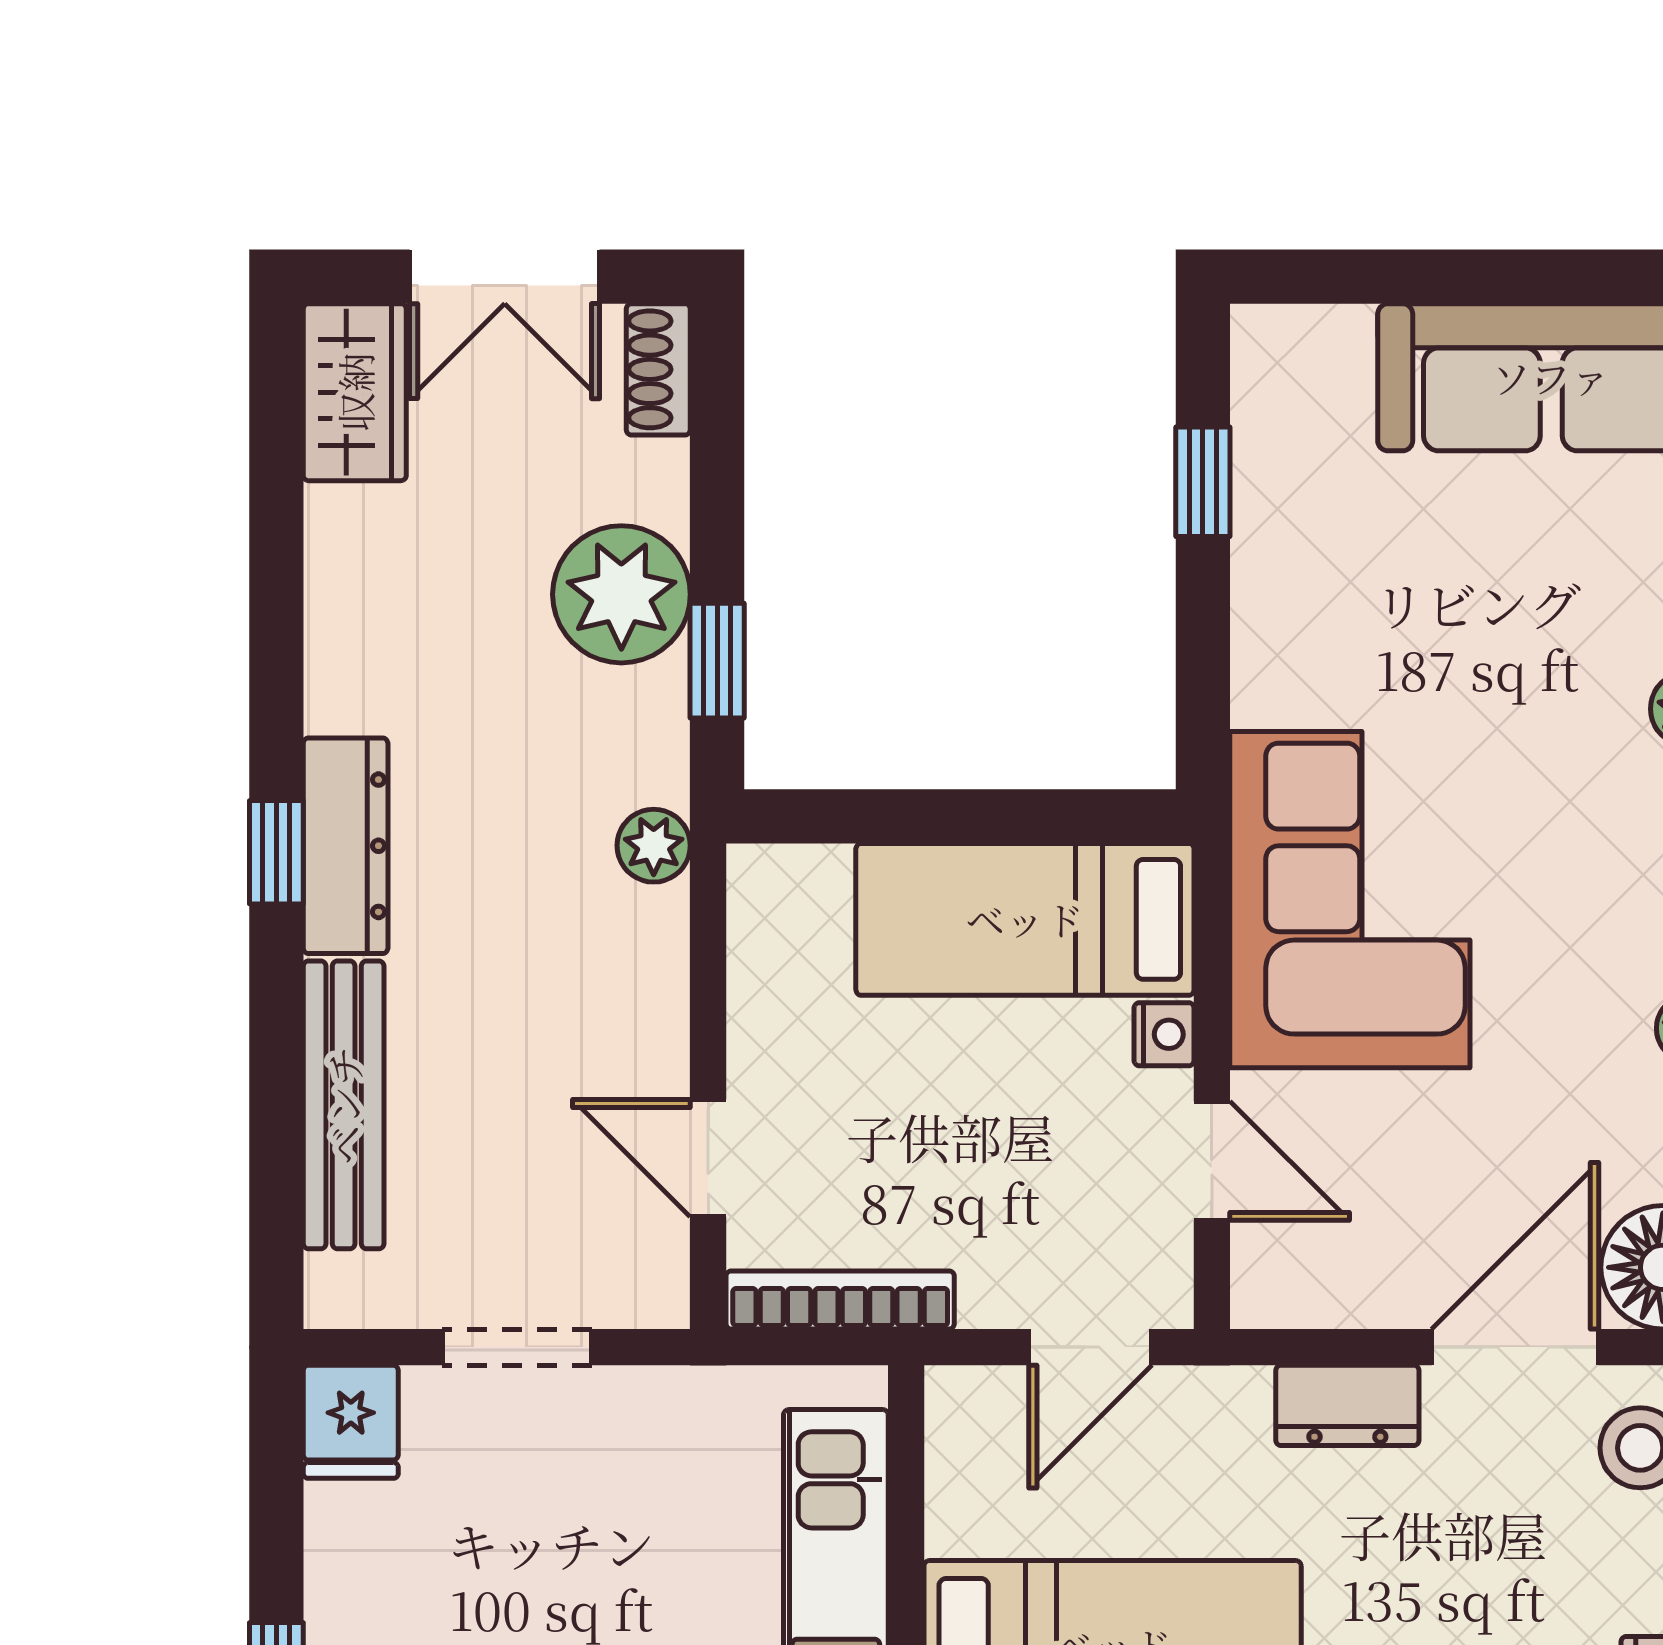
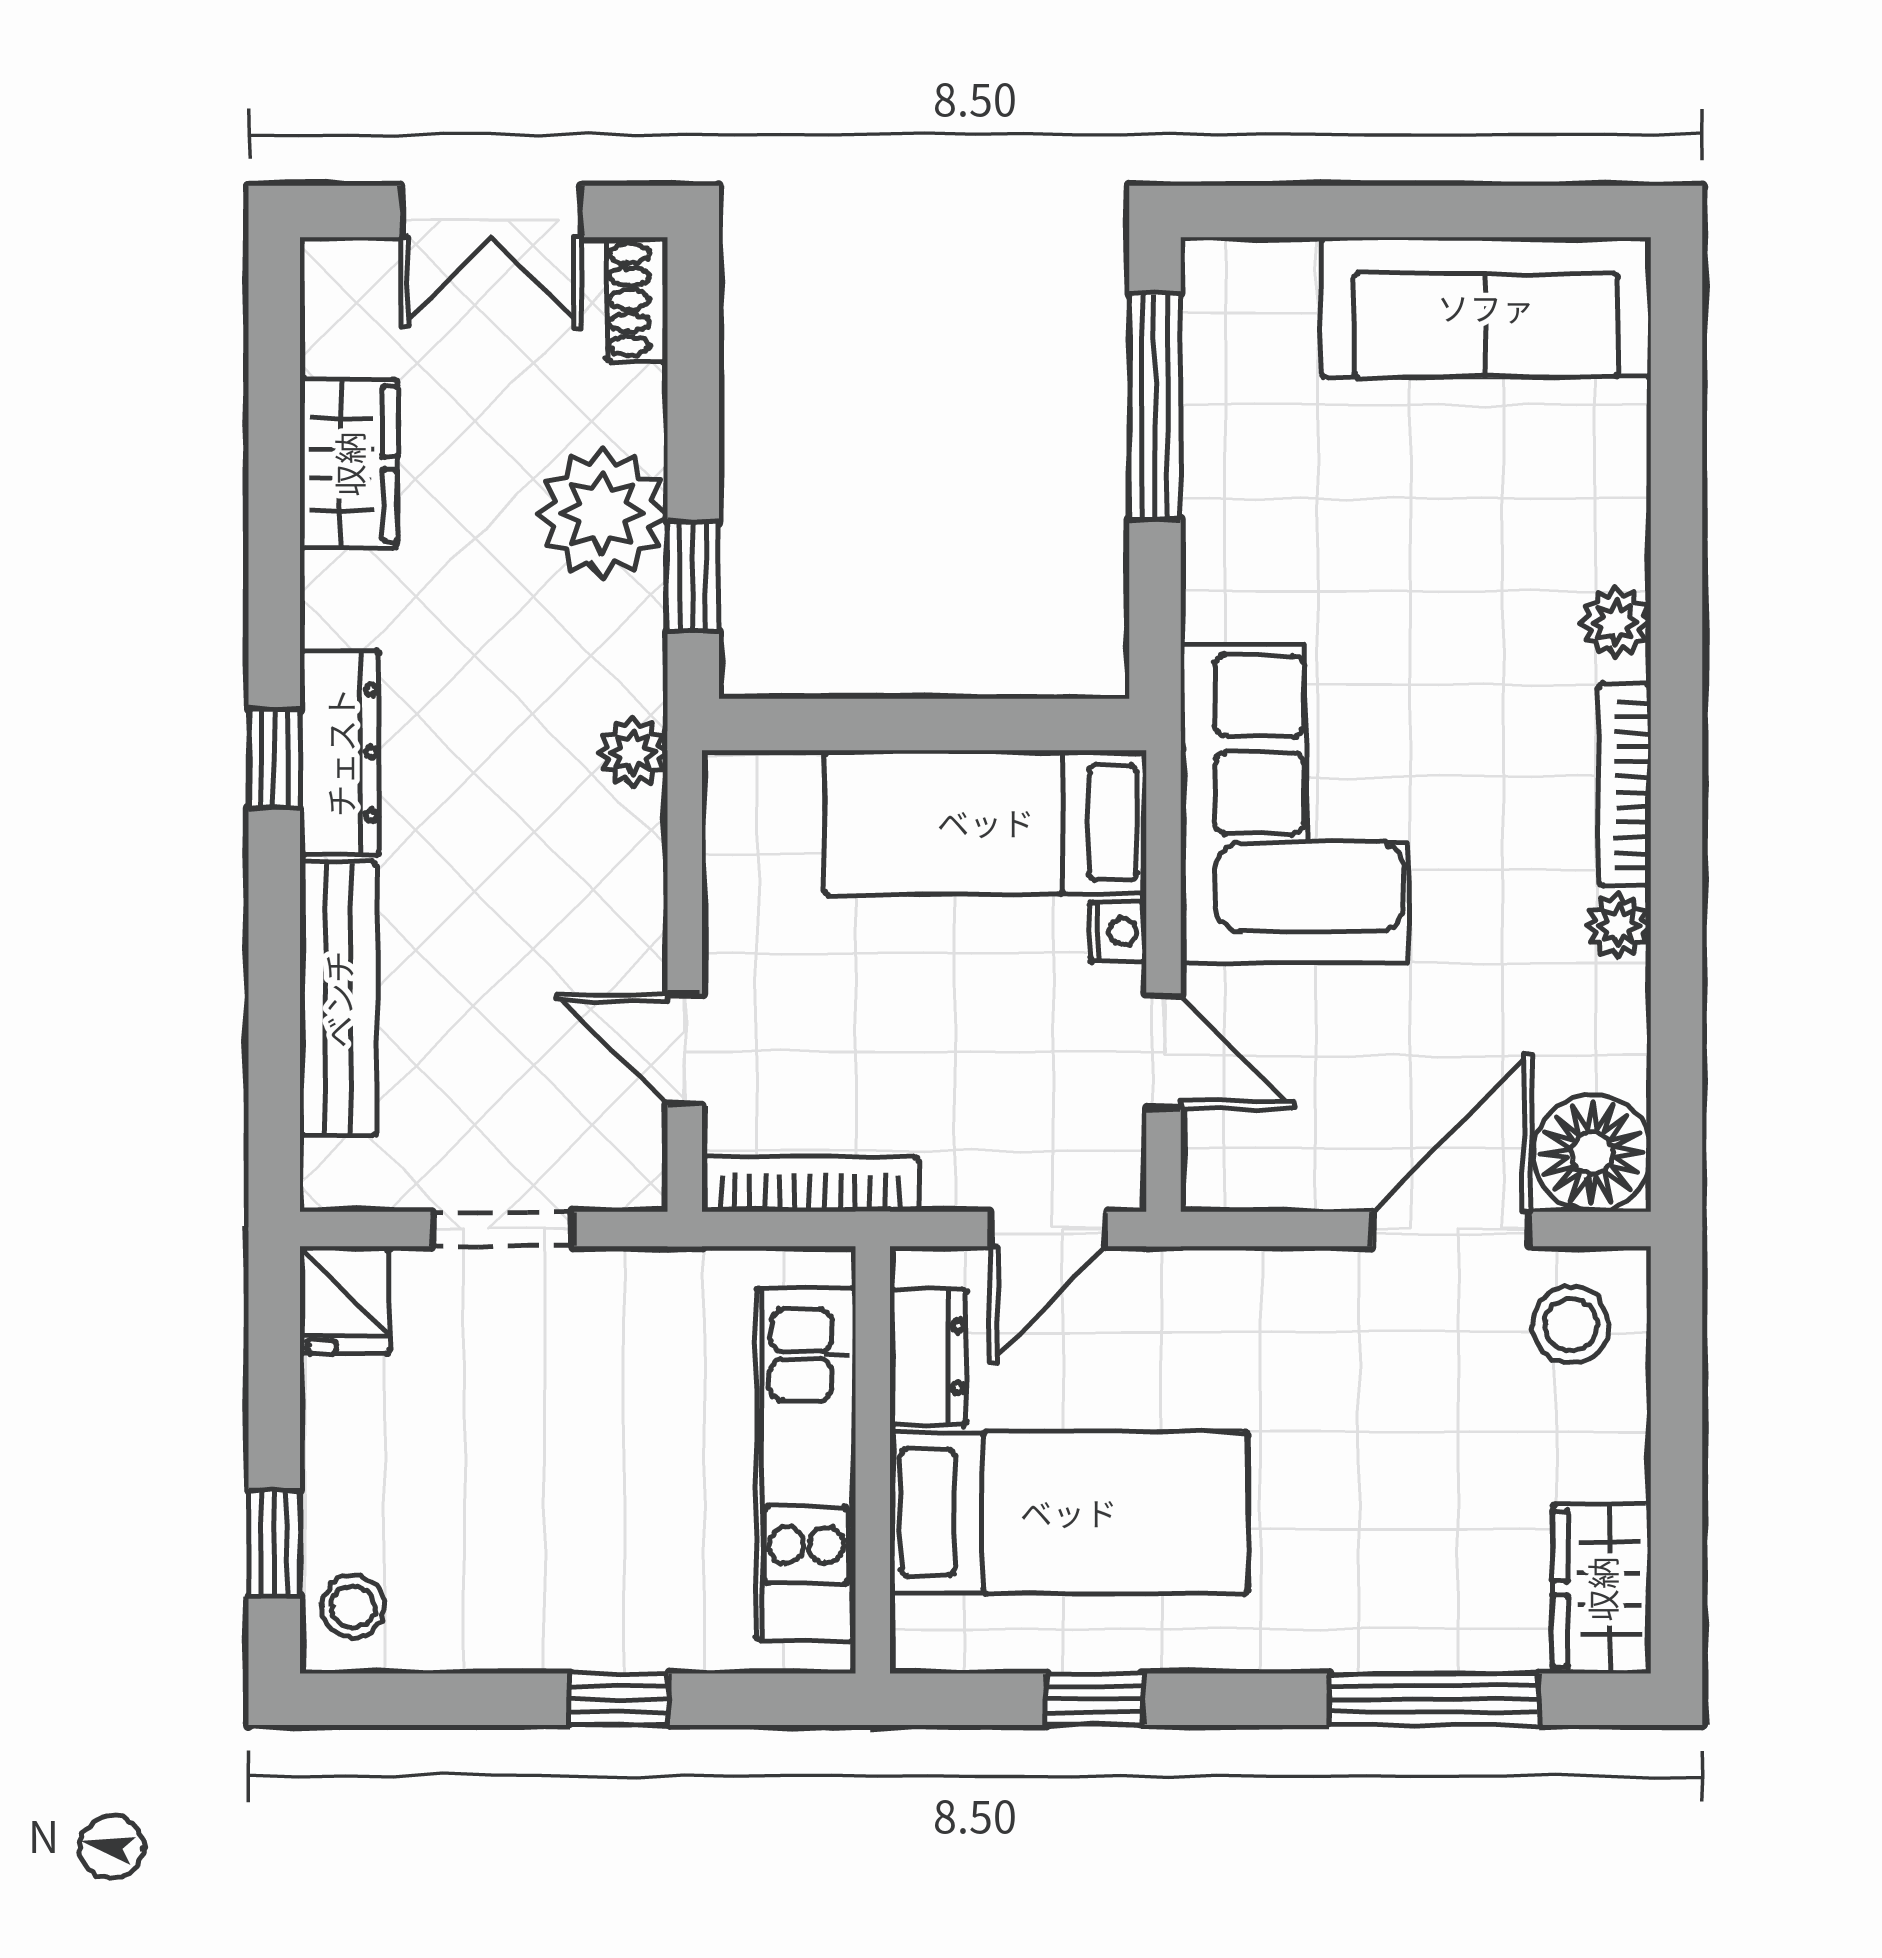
wardrobe: (355, 392) -> (349, 464), moved
window: (1203, 482) -> (1155, 406), width x2.17
dresser: (1347, 1405) -> (928, 1357), moved, turned -90

